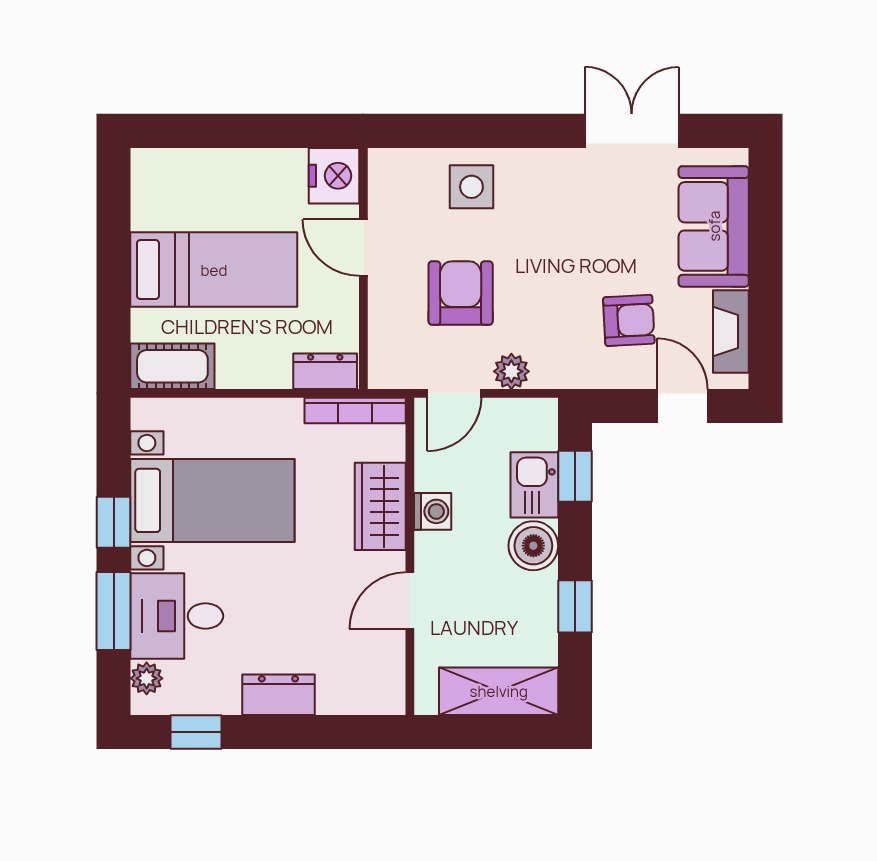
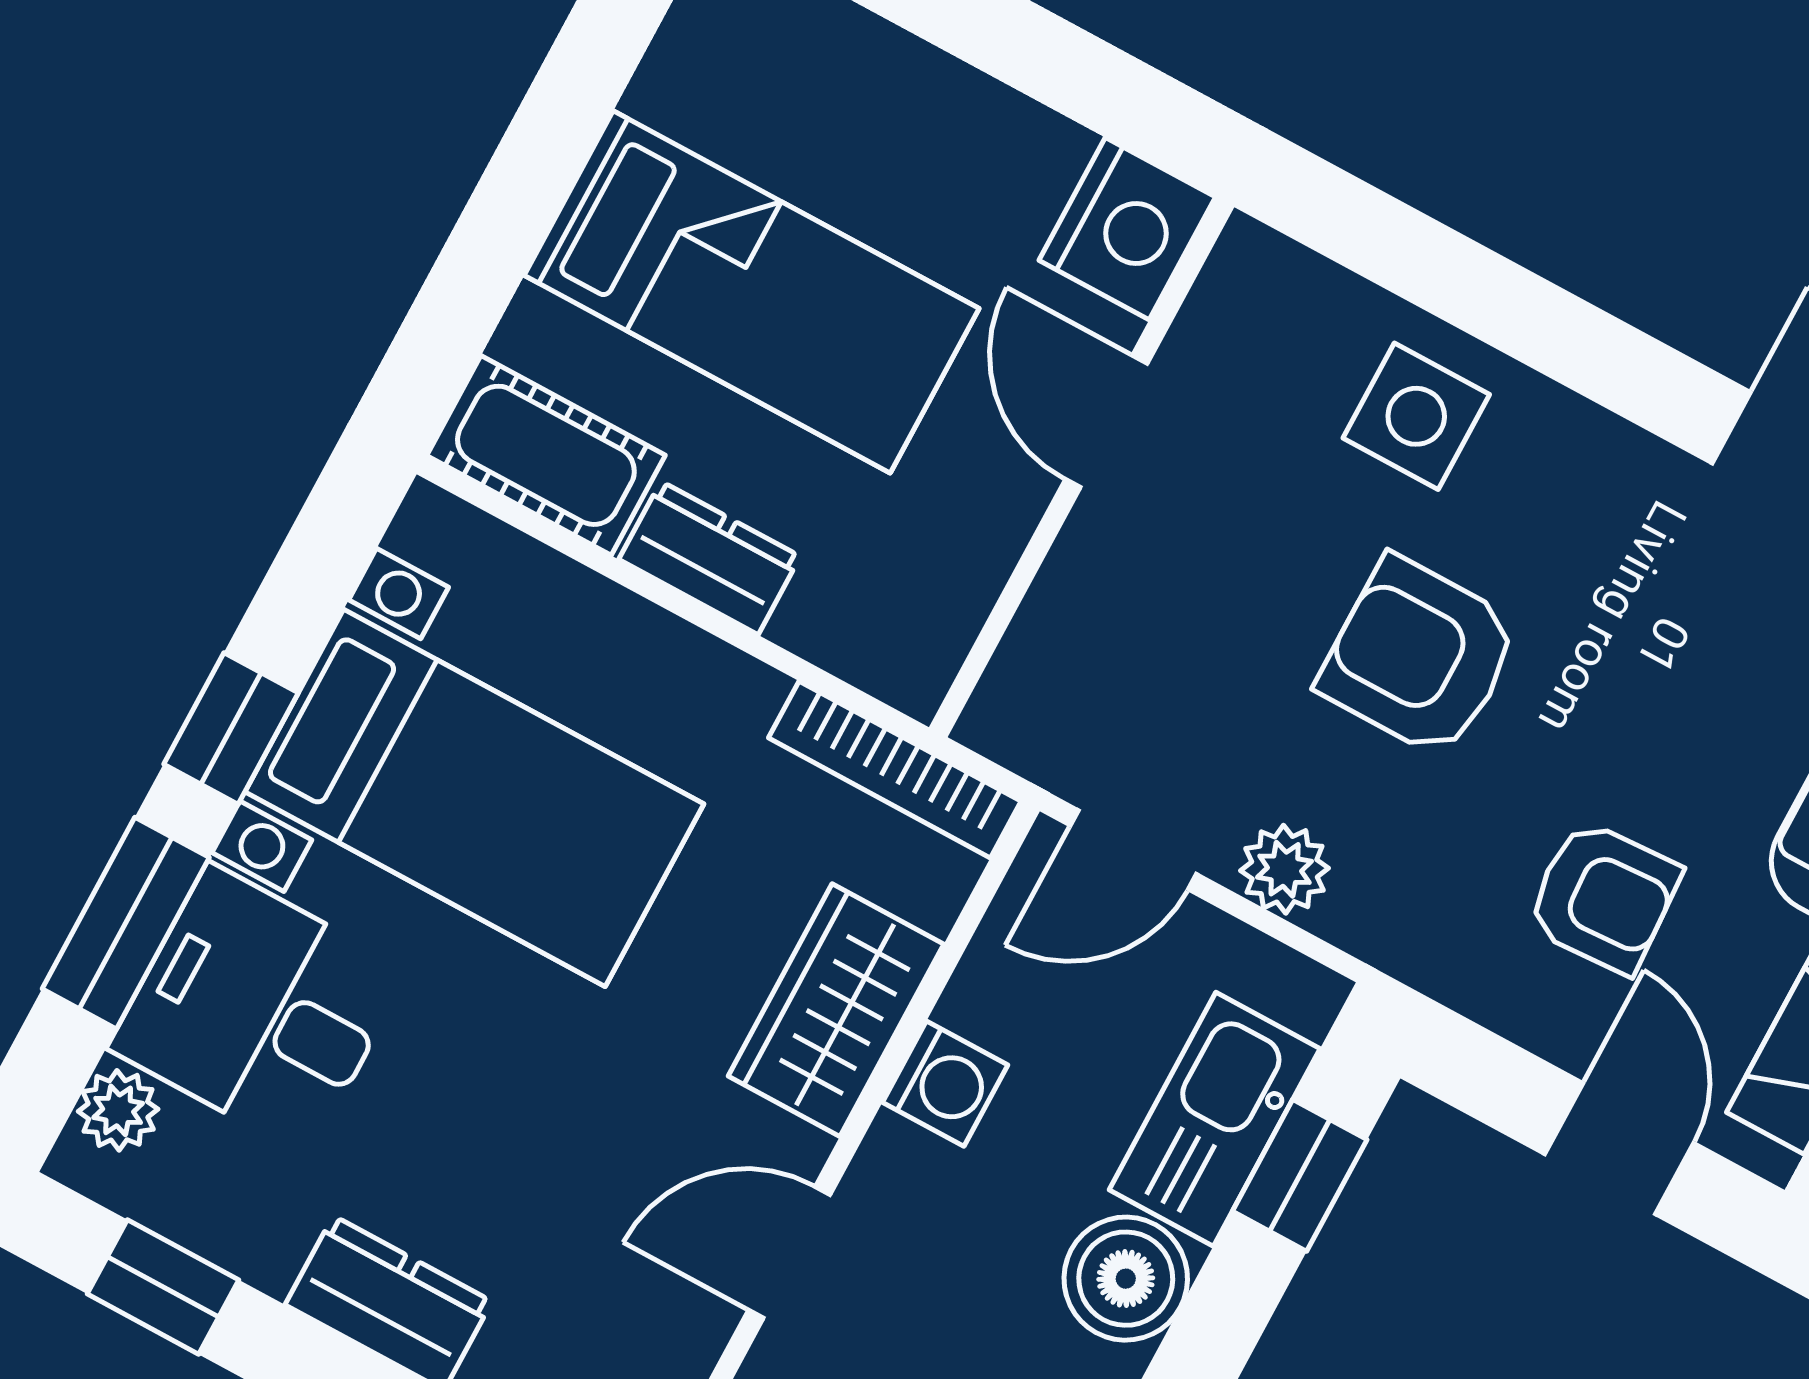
armchair: (461, 293) -> (1419, 657), moved, turned -90
dresser: (325, 371) -> (710, 558), moved
kitchen sink: (534, 485) -> (1215, 1119), width x1.38

